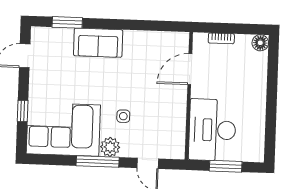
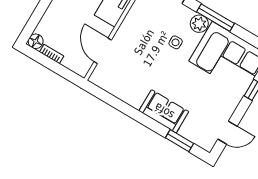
bookcase: (221, 38) -> (52, 54), moved
door: (190, 69) -> (103, 51), swing flipped

